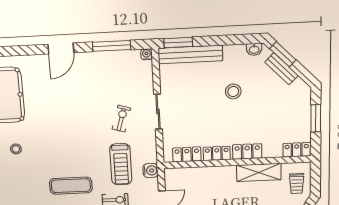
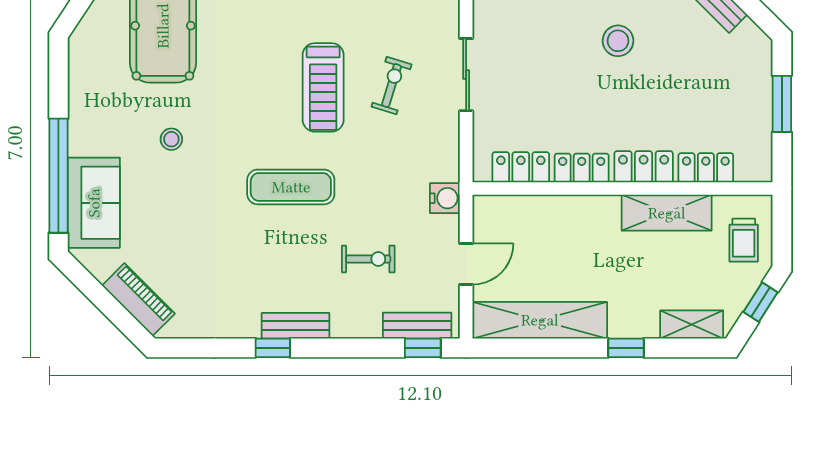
locker: (297, 150) -> (706, 168), moved
treadmill: (121, 164) -> (323, 87), moved
exercise mat: (71, 186) -> (291, 187), moved

